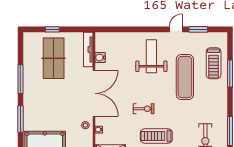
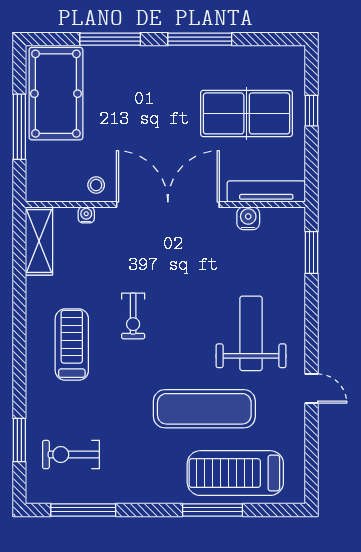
window: (198, 29) -> (311, 253), moved
weight bench: (151, 56) -> (251, 333), turned -90
treadmill: (214, 63) -> (235, 473), width x1.37, depth x1.37
double door: (94, 93) -> (168, 205), swing flipped

